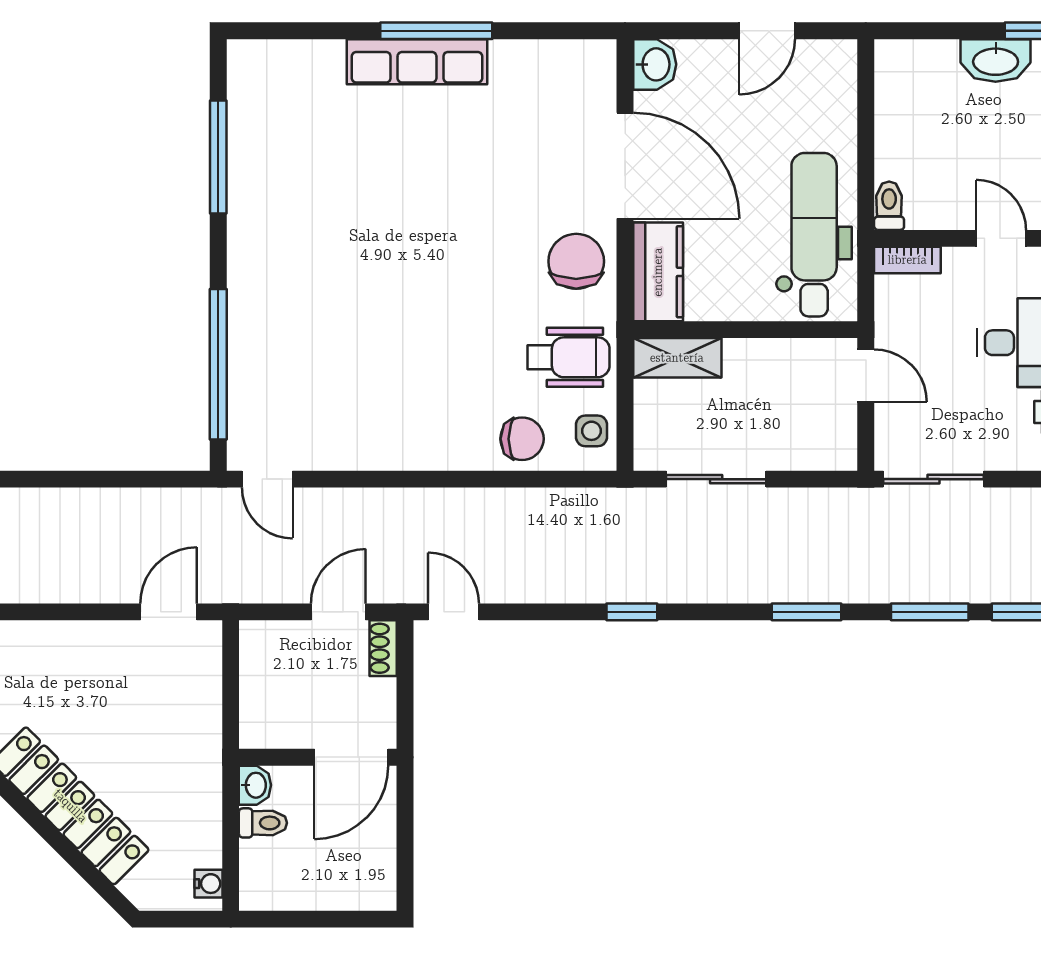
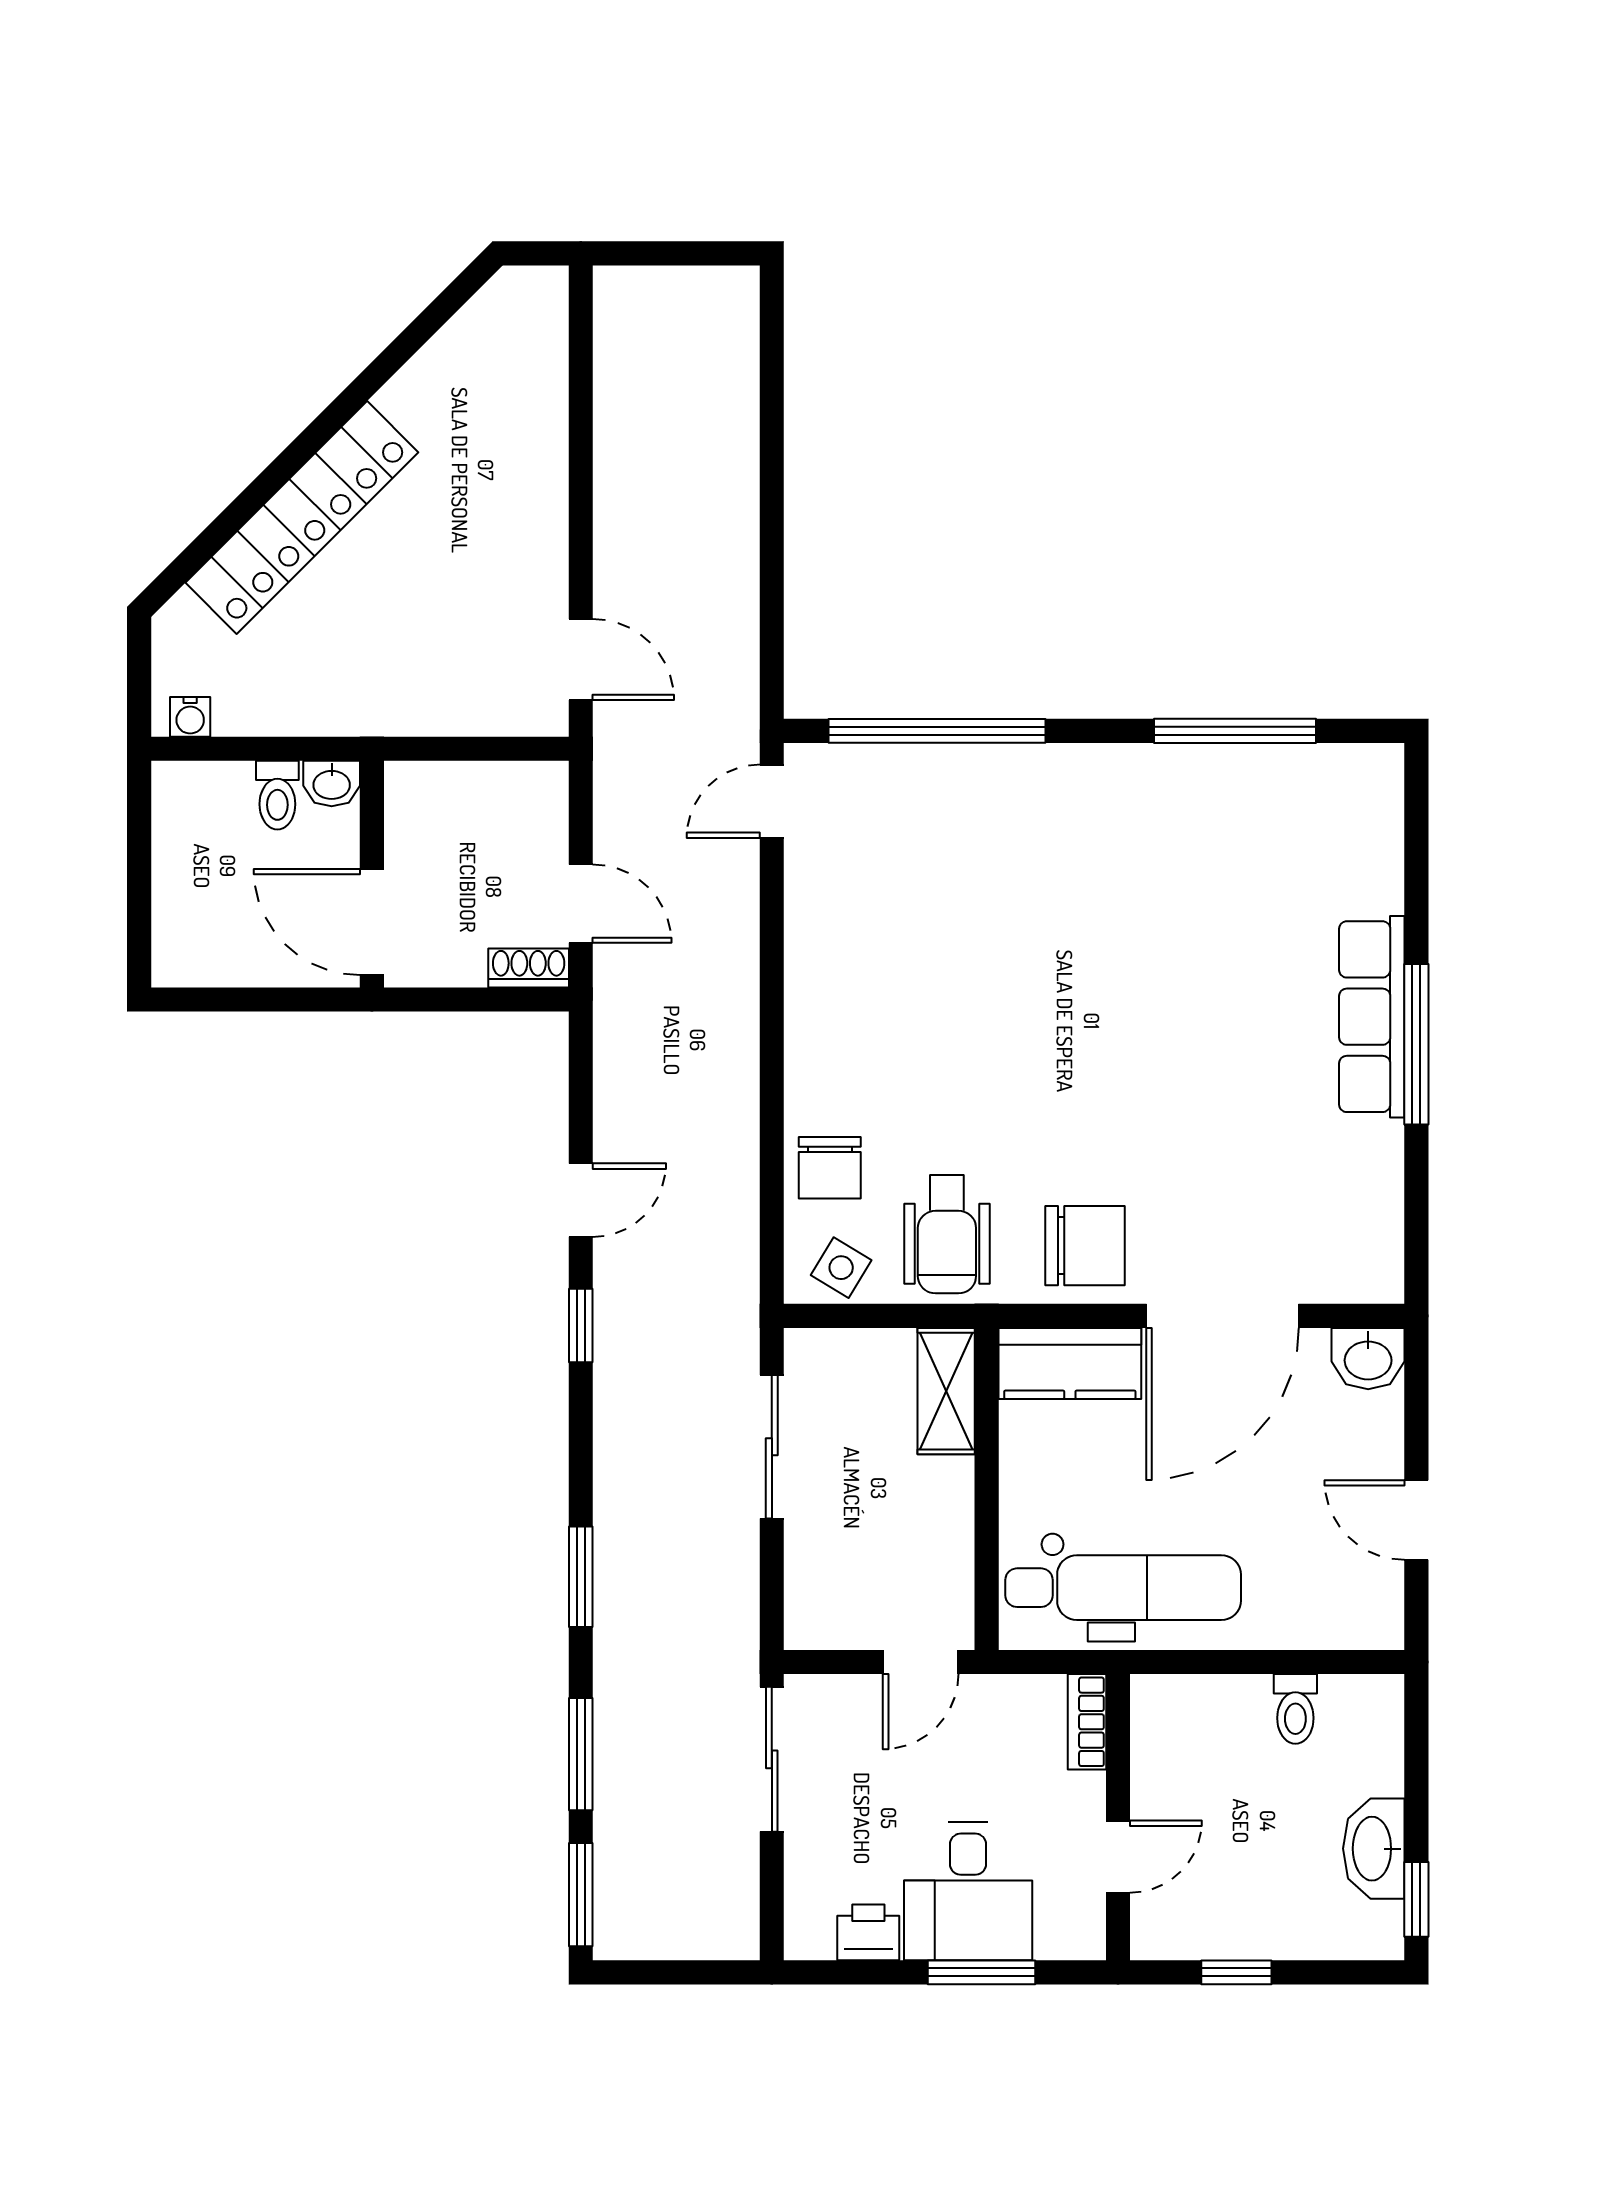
toilet: (889, 206) -> (1295, 1709), moved, turned 90
side table: (591, 431) -> (841, 1268), turned 31
door: (454, 612) -> (581, 1200), moved

